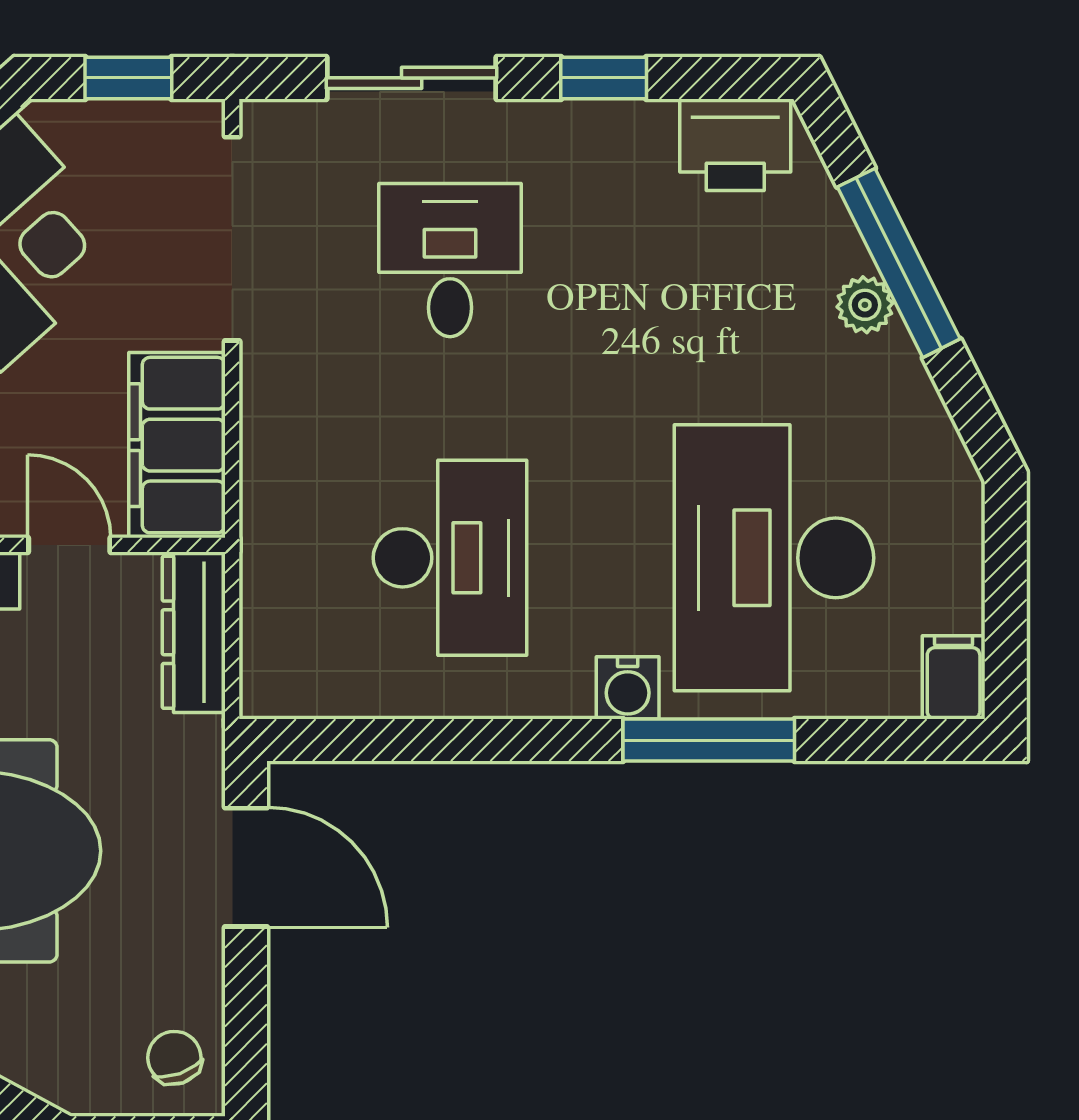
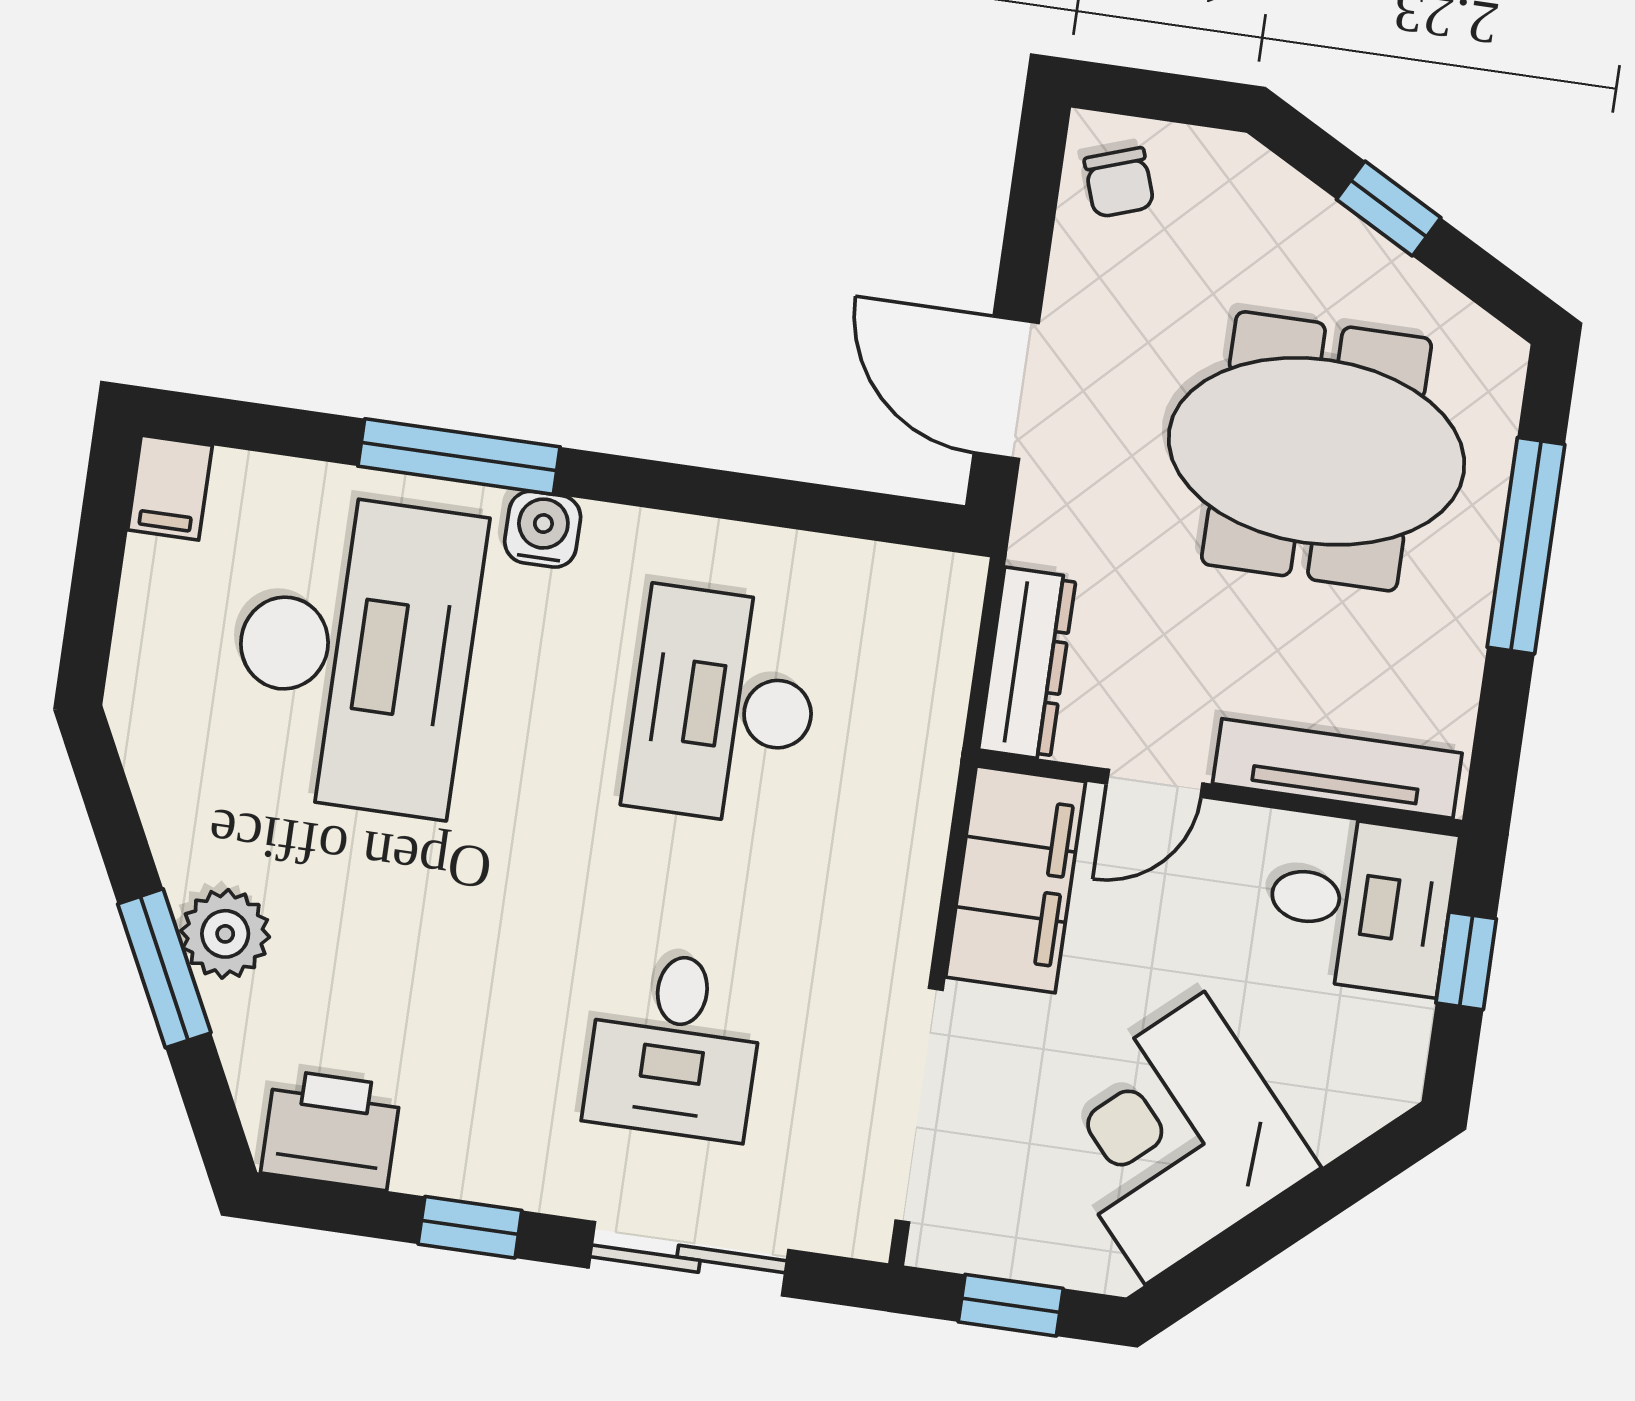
window: (899, 263) -> (164, 968), width x0.69
plant: (865, 305) -> (225, 934), width x1.38, depth x1.38
door: (69, 545) -> (1155, 783), hinge flipped

